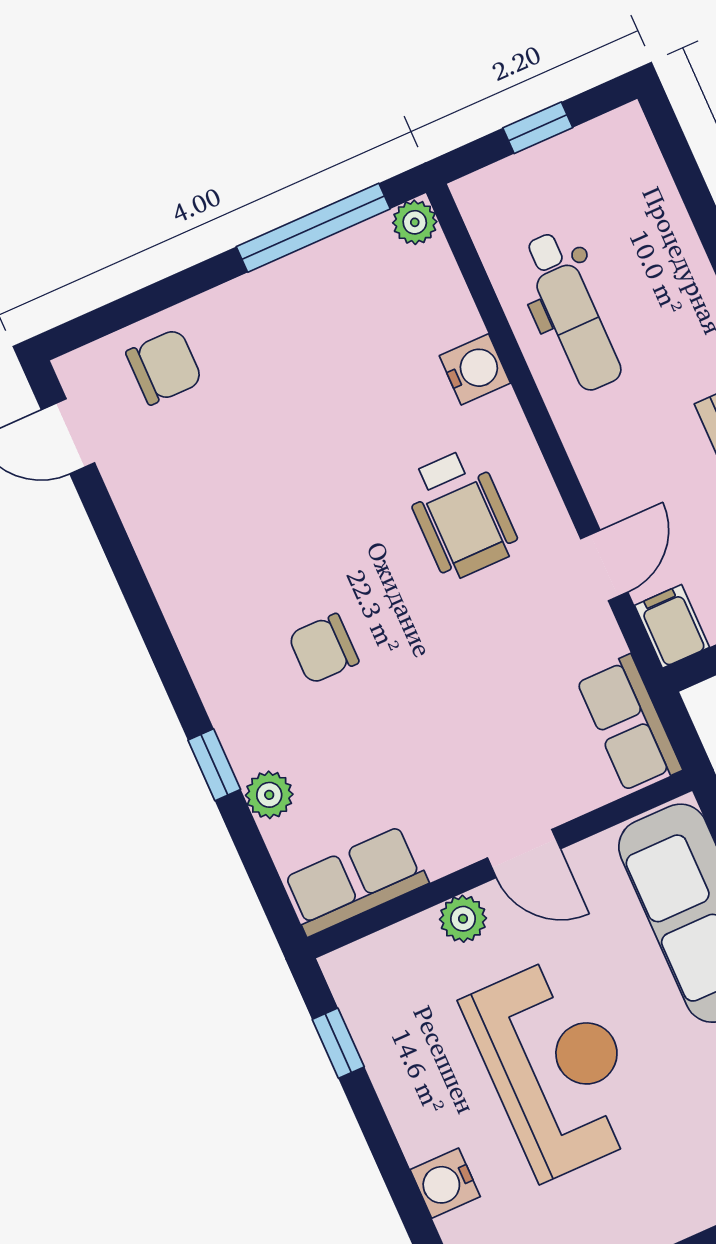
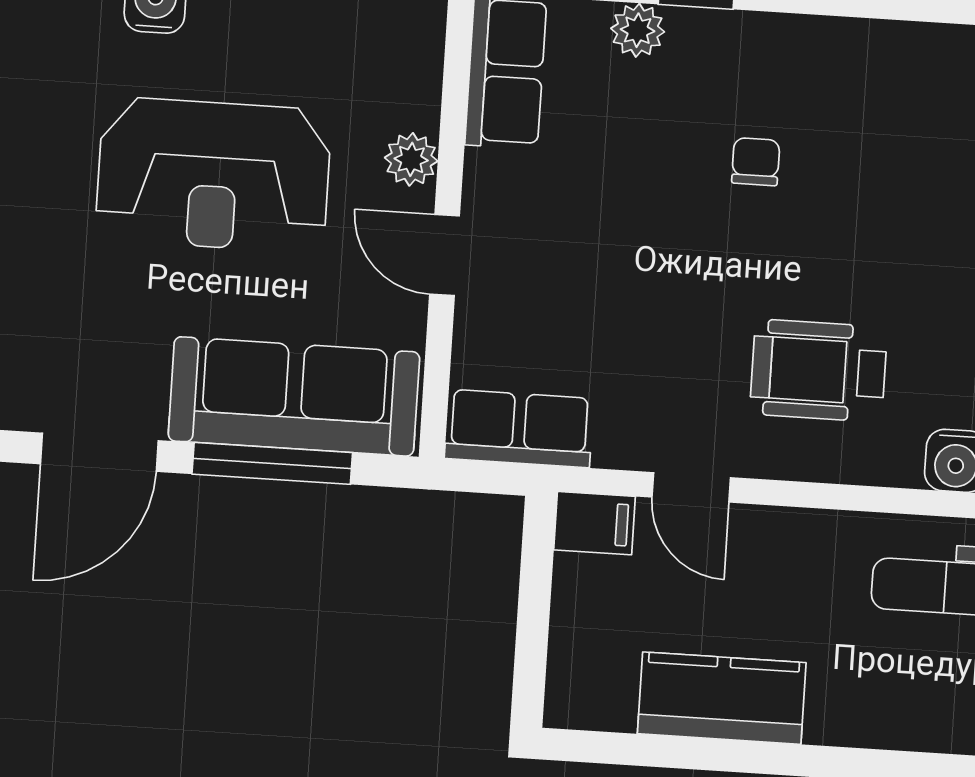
chair: (323, 649) -> (756, 162), width x0.73, depth x0.73
door: (524, 853) -> (445, 255), hinge flipped

